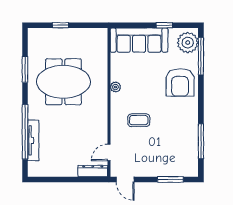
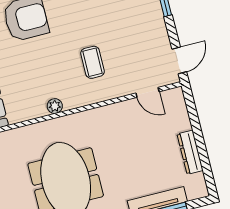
dresser: (93, 171) -> (190, 152), moved

